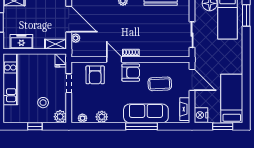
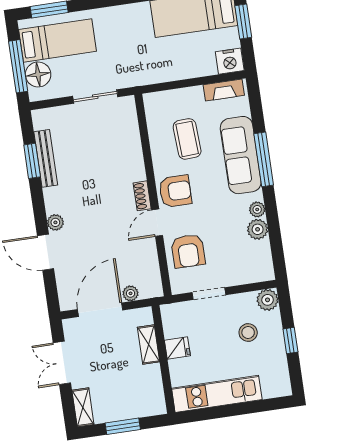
freezer: (21, 42) -> (150, 385), removed
shelving: (56, 44) -> (149, 345), moved
fridge: (61, 60) -> (177, 348), moved
armchair: (131, 73) -> (175, 191), turned 90
armchair: (95, 75) -> (188, 251), turned 90
door: (192, 80) -> (172, 85), removed
plant: (82, 118) -> (257, 209), moved

